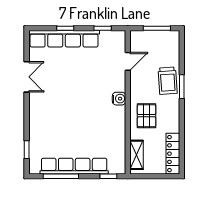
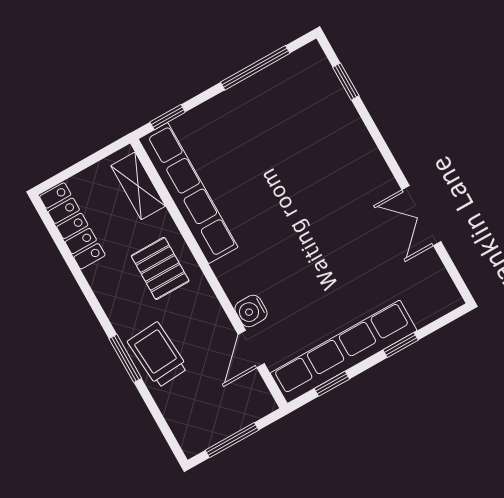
row of seats: (64, 39) -> (344, 352), moved
water cooler: (119, 99) -> (251, 311), moved
row of seats: (74, 166) -> (188, 193), moved, turned -90

